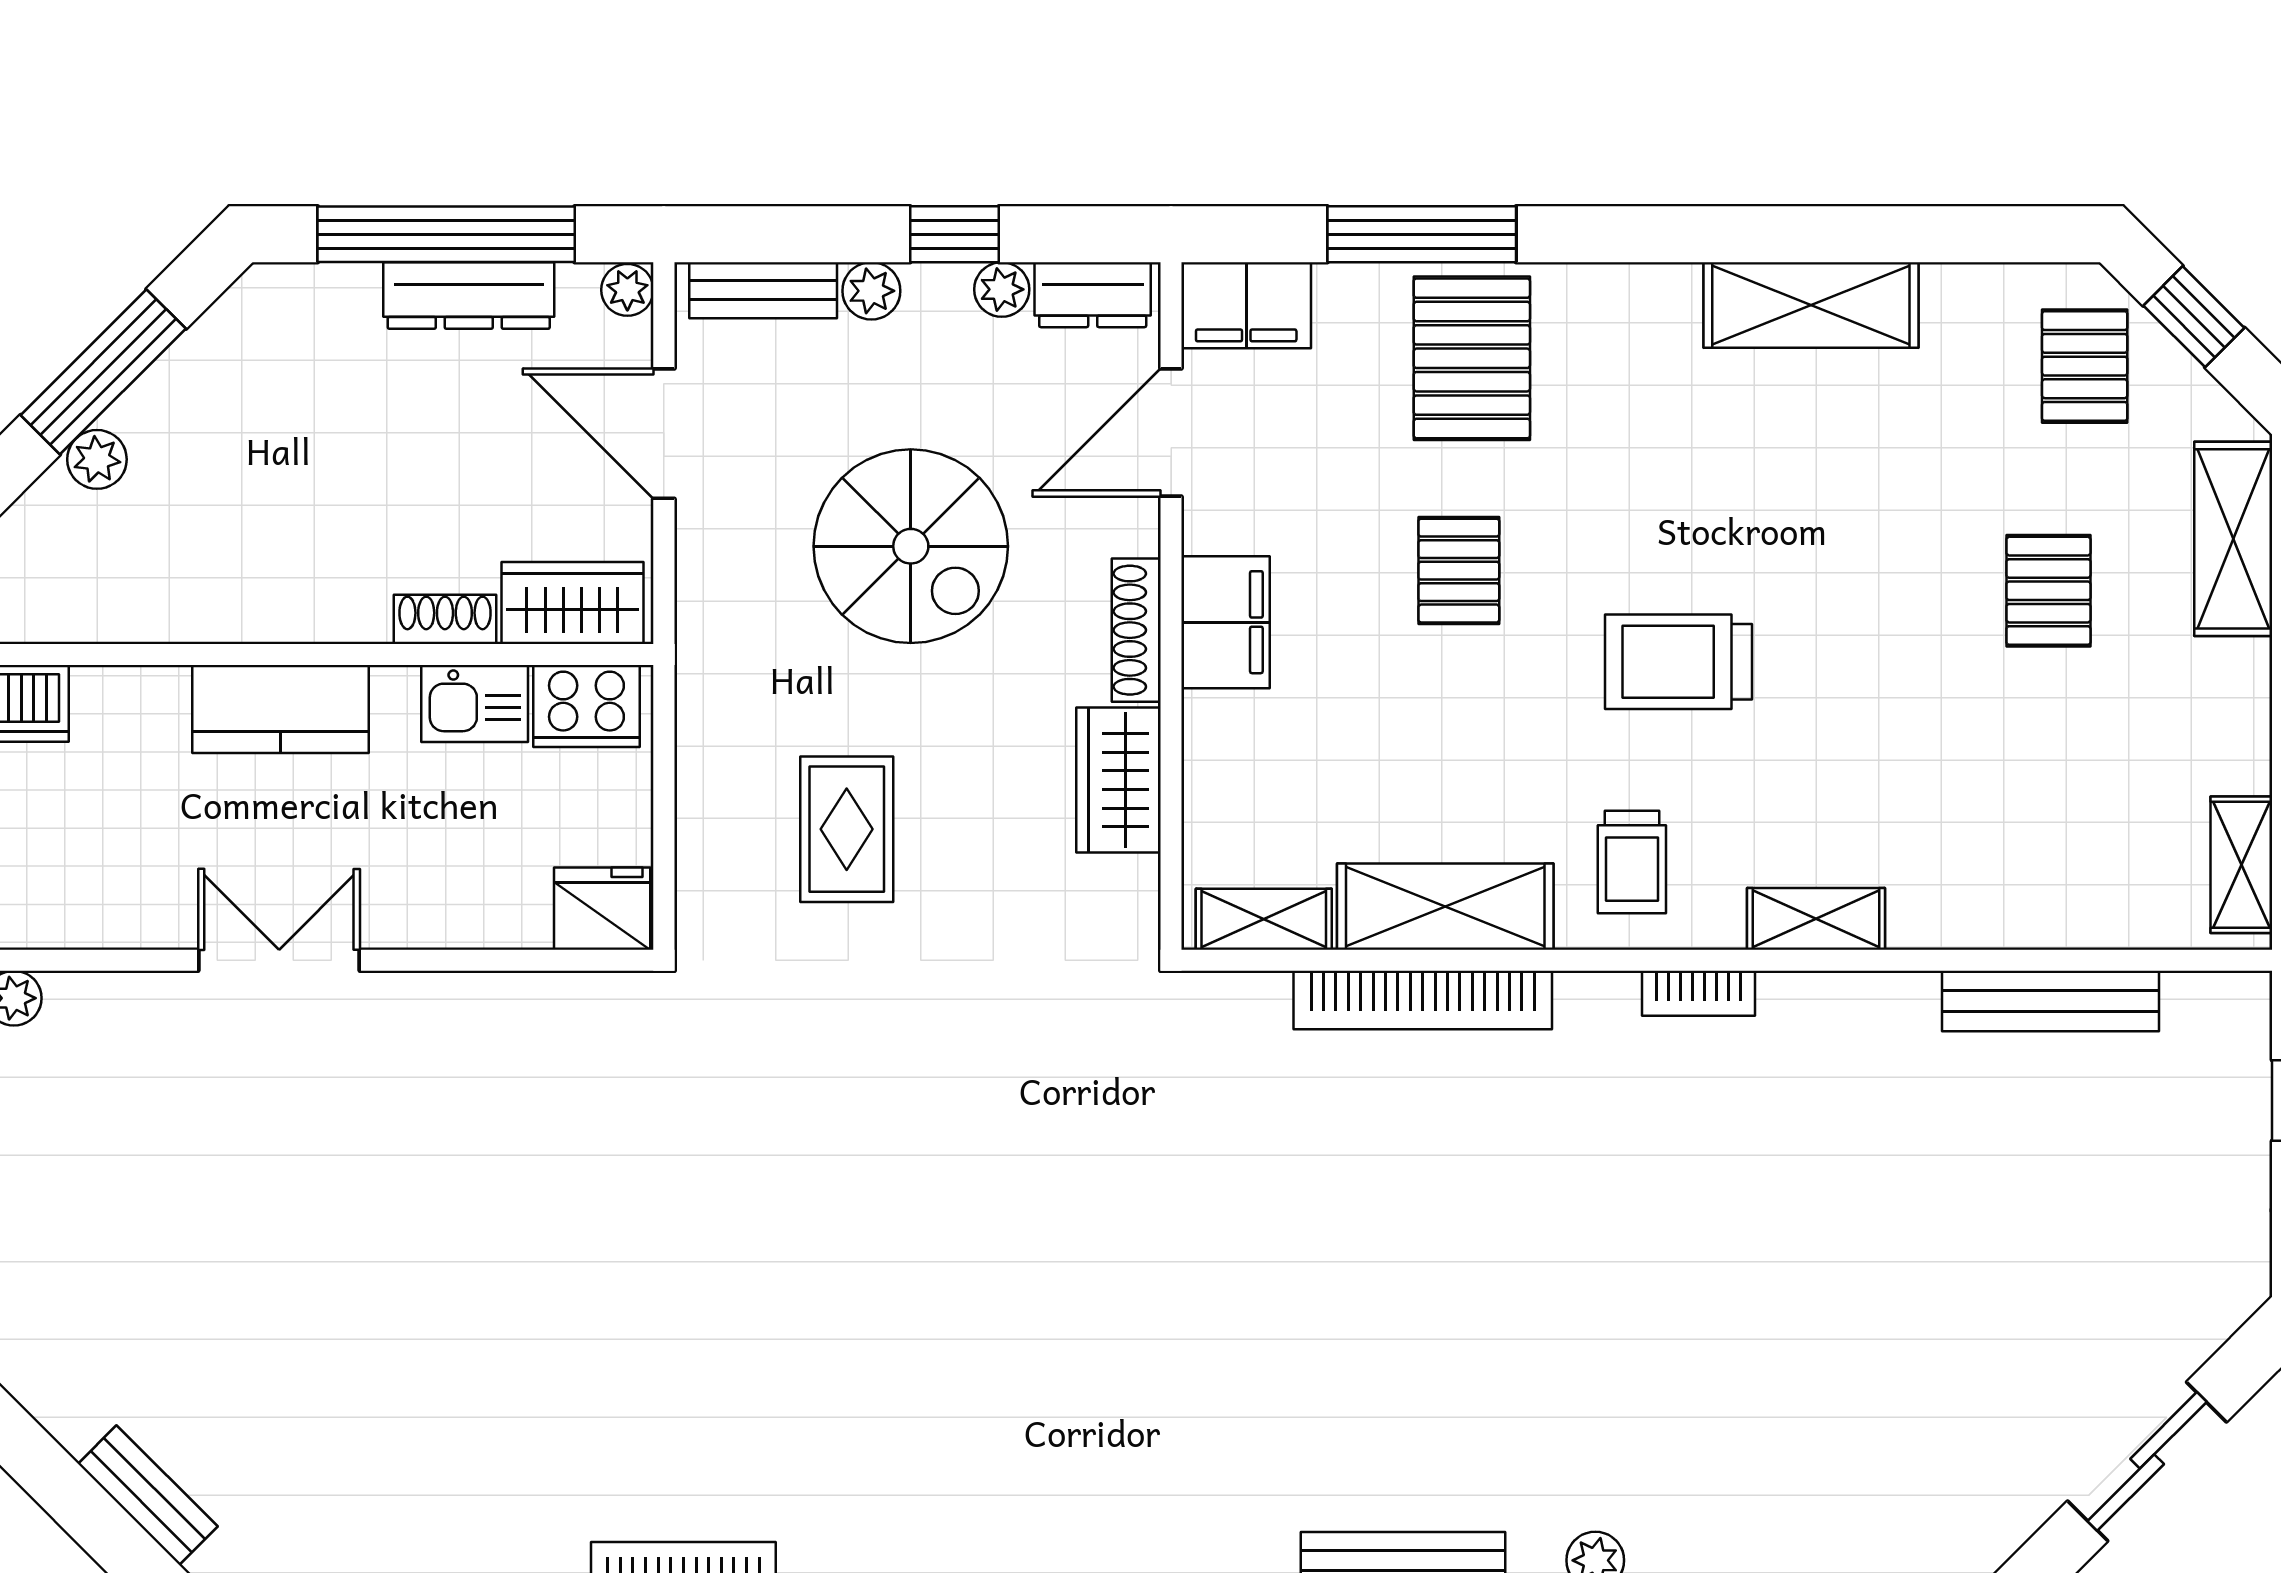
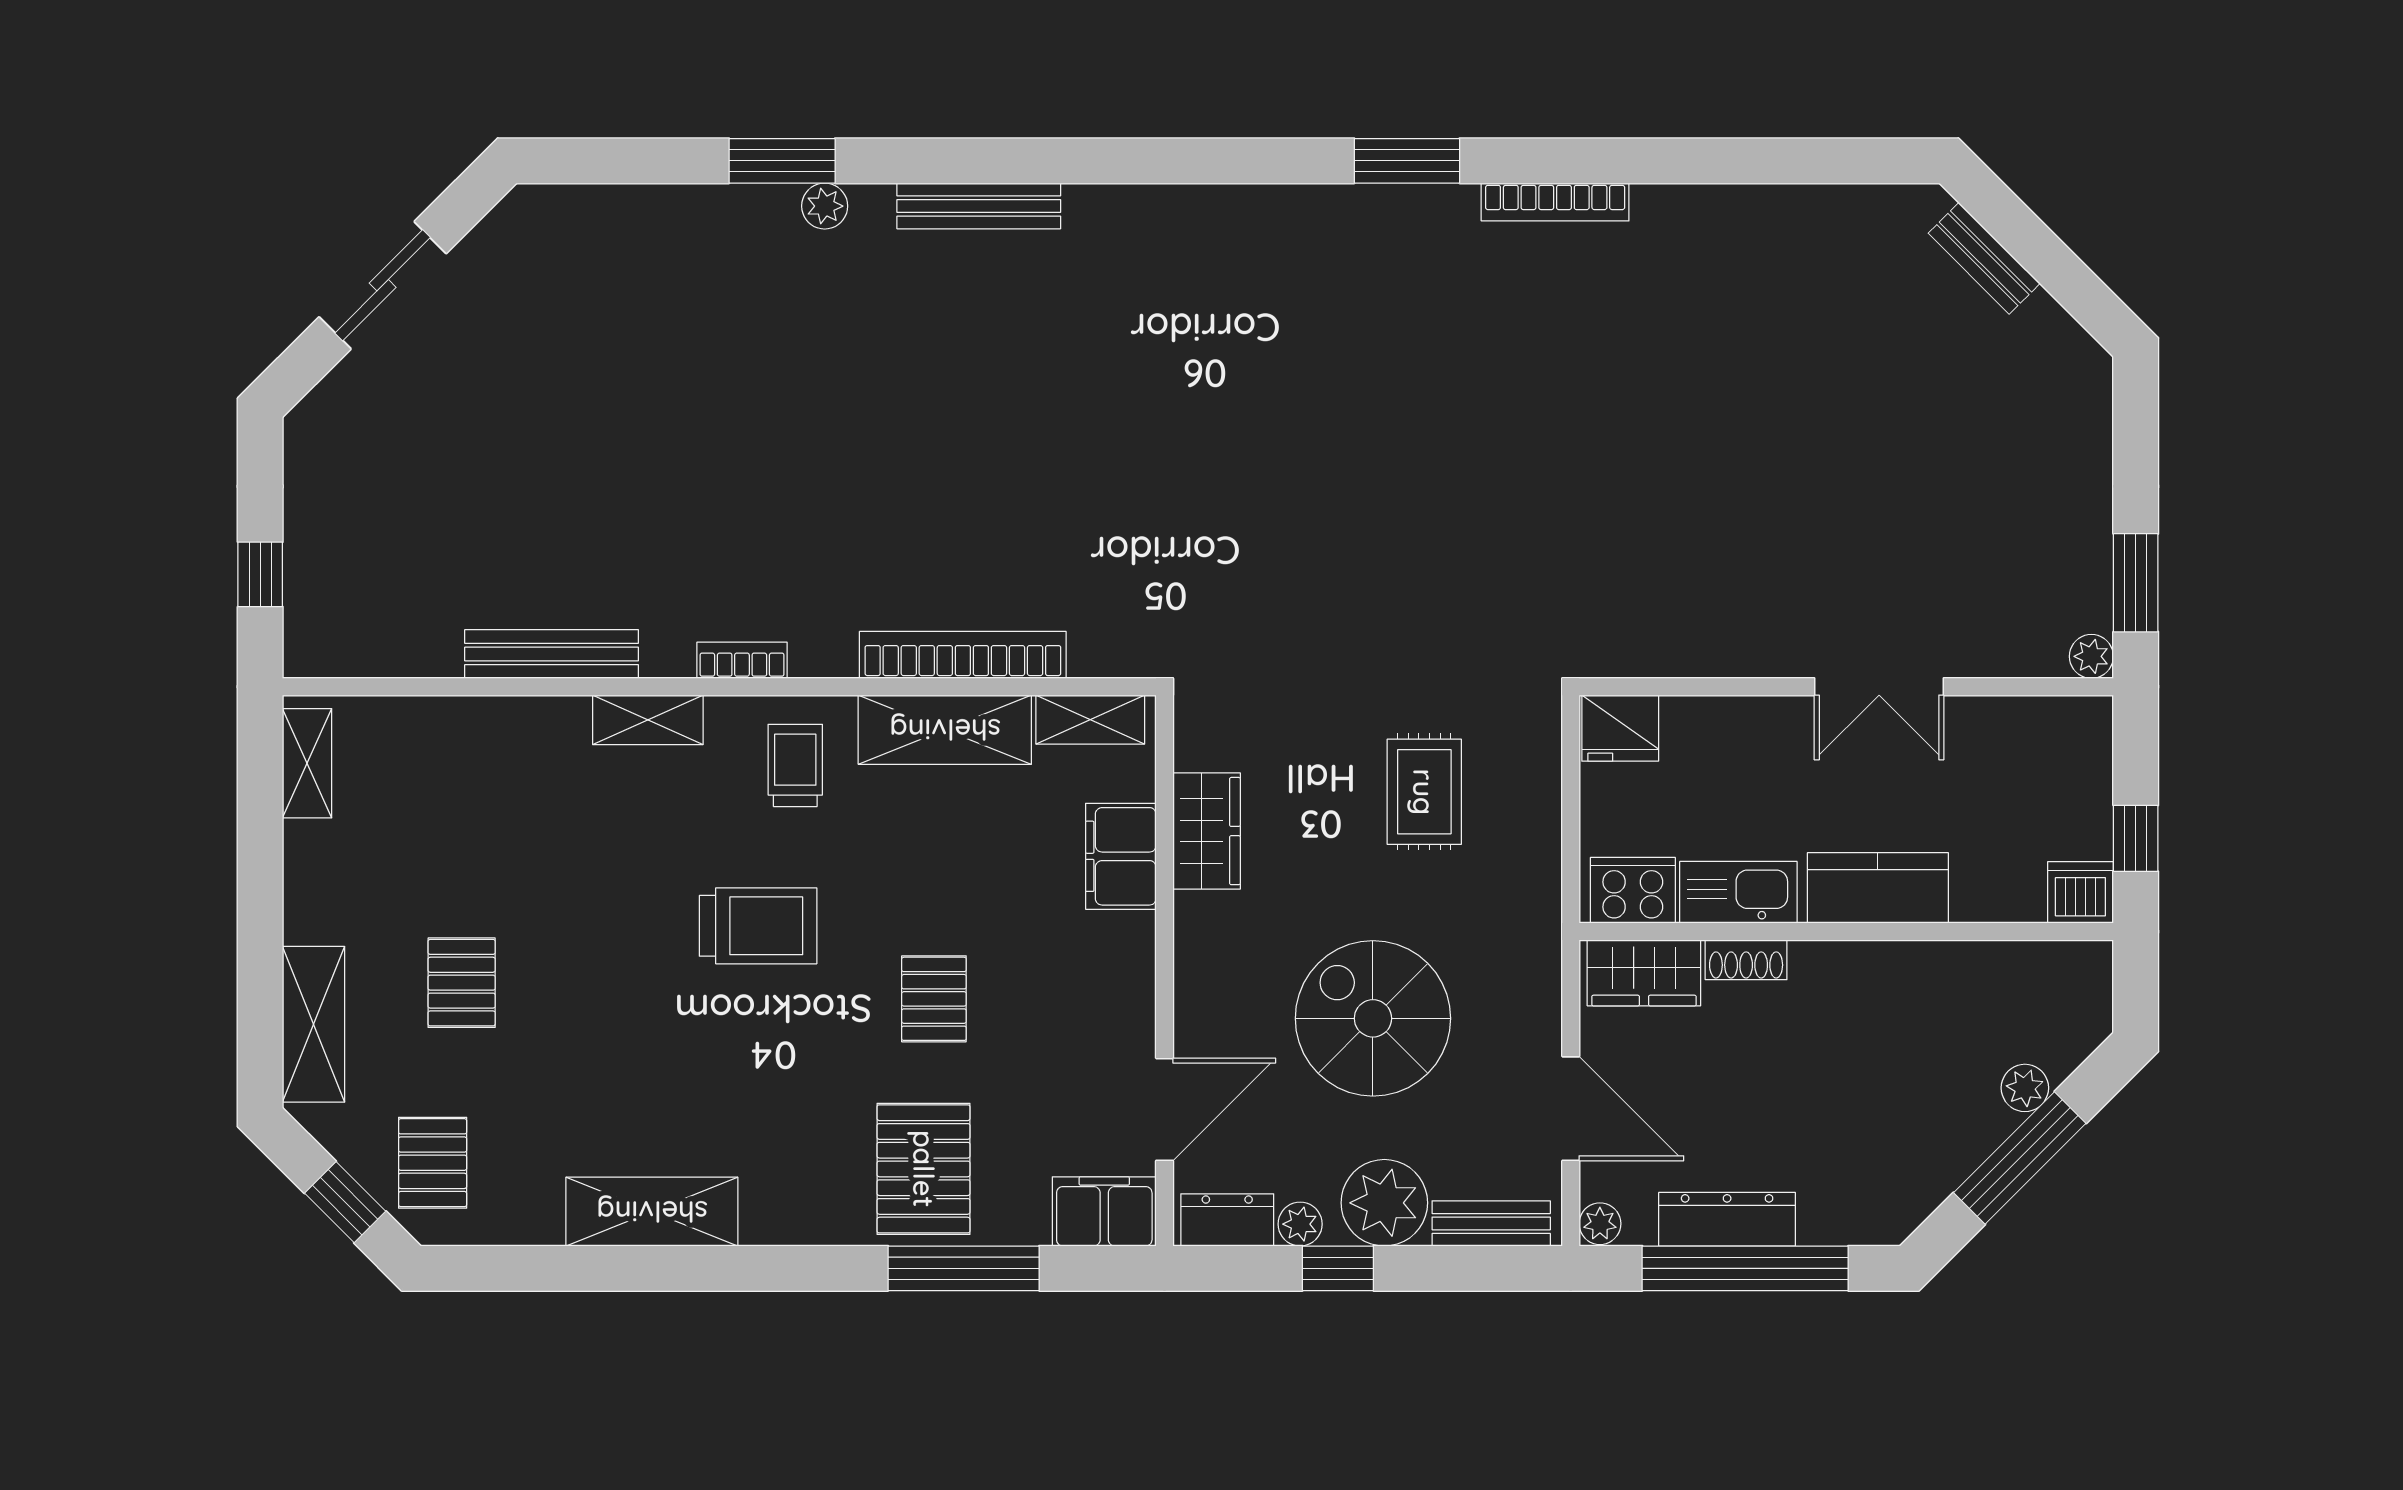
plant: (871, 291) -> (1384, 1203), width x1.88, depth x1.88
filing cabinet: (1226, 622) -> (1121, 856), moved
shoe rack: (1136, 630) -> (1192, 951), removed
kitchen sink: (475, 704) -> (1738, 892), width x1.38
bench: (2050, 1001) -> (552, 654), moved

